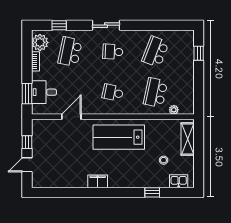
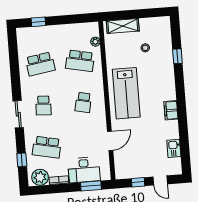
school desk: (155, 52) -> (40, 64), turned -30
desk: (44, 92) -> (84, 170), width x1.37
door: (71, 117) -> (110, 141), swing flipped
kitchen sink: (179, 181) -> (174, 148), moved

